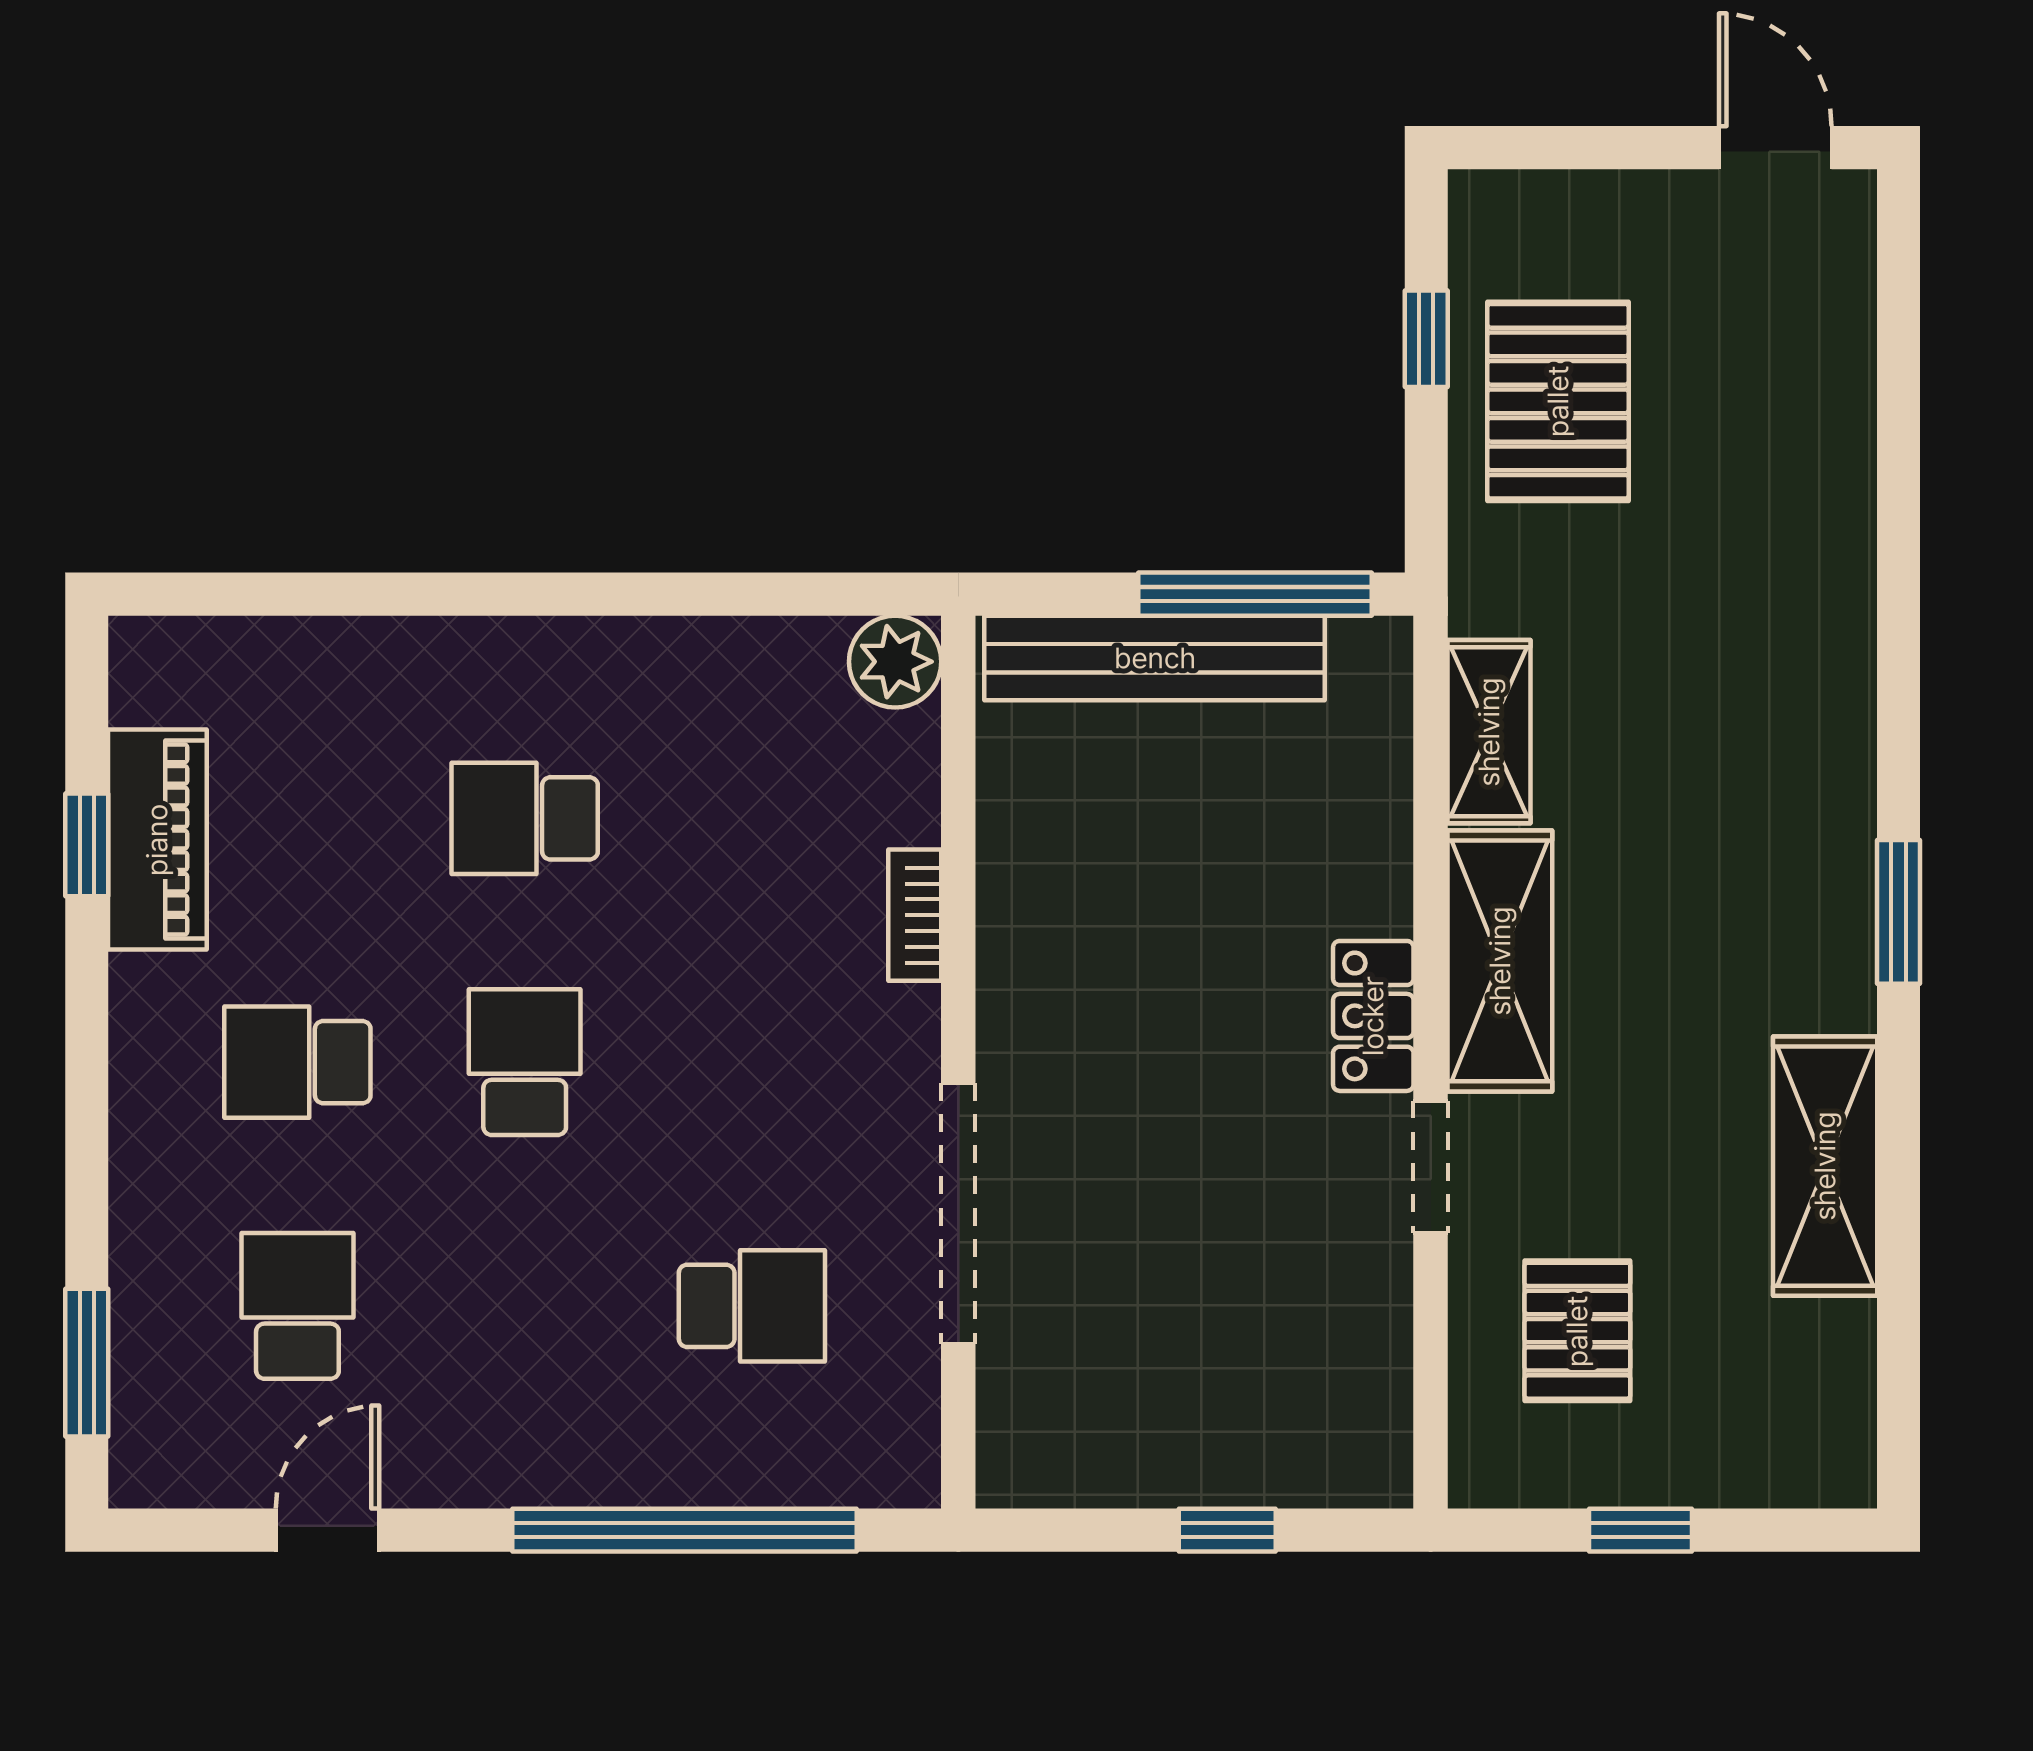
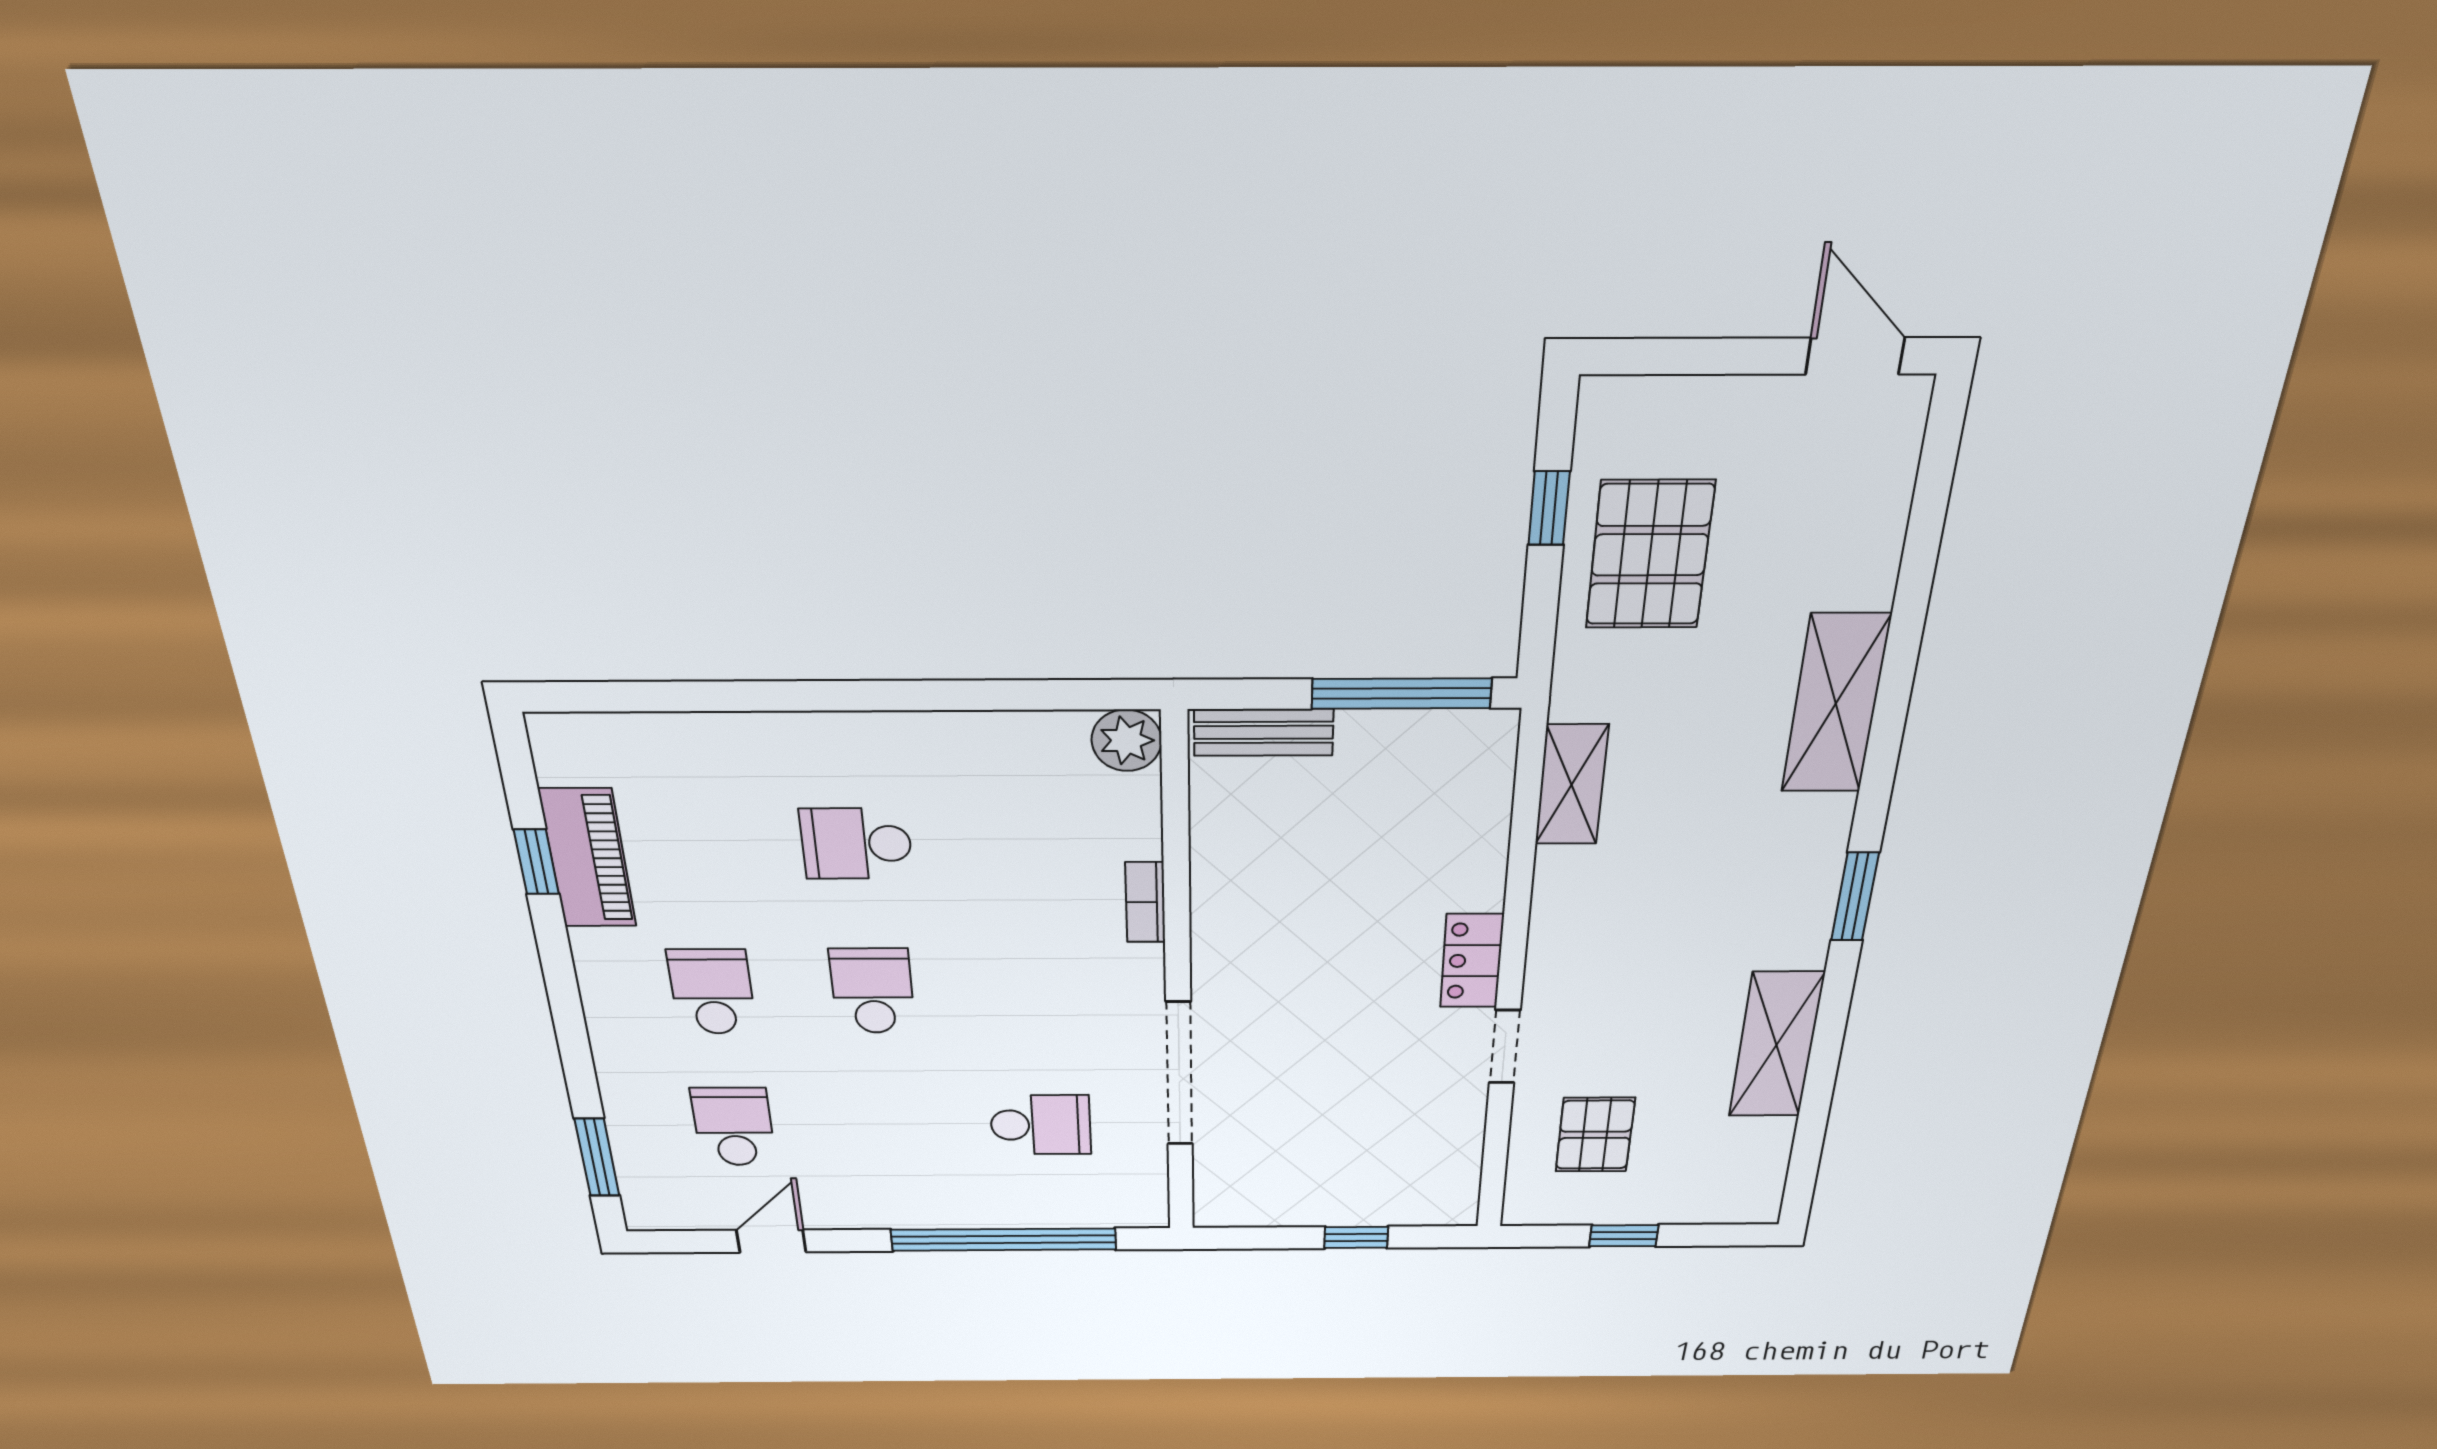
bench: (1155, 658) -> (1264, 732), width x0.54, depth x0.82
shelving: (1500, 961) -> (1836, 704), moved
school desk: (297, 1062) -> (712, 992), turned 90

